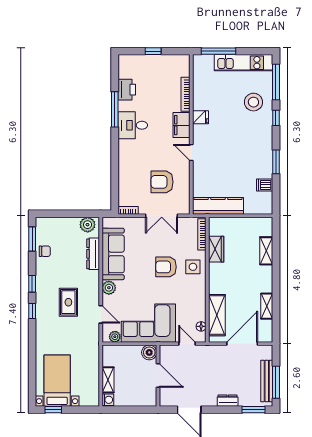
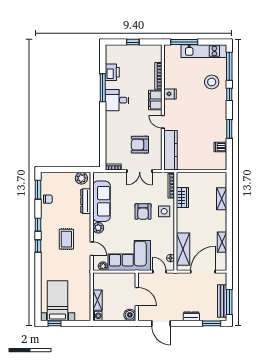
kitchen counter: (218, 206) -> (171, 150), moved, turned 90
armchair: (166, 267) -> (143, 211), turned -90
boiler: (149, 352) -> (130, 315), moved

